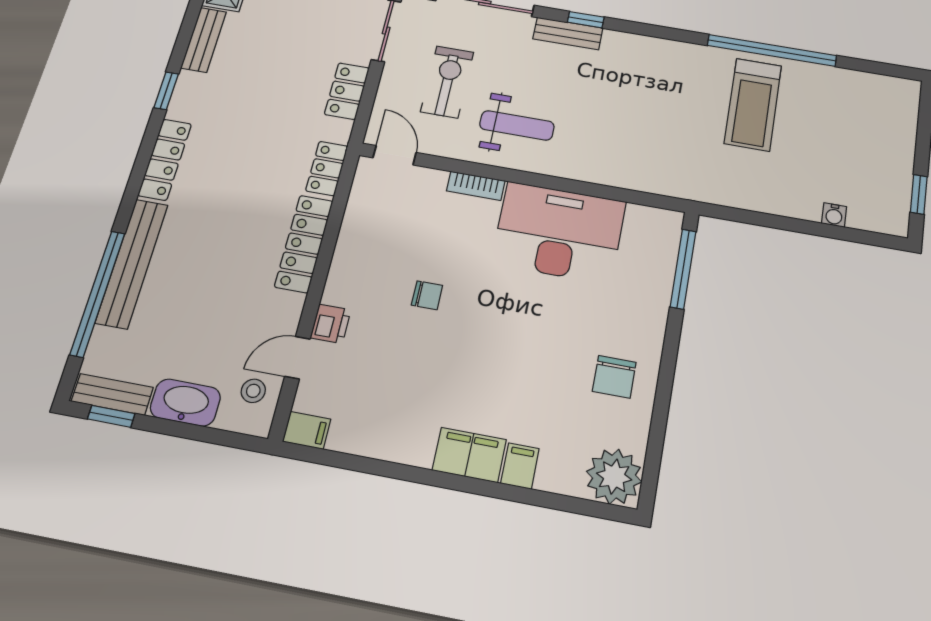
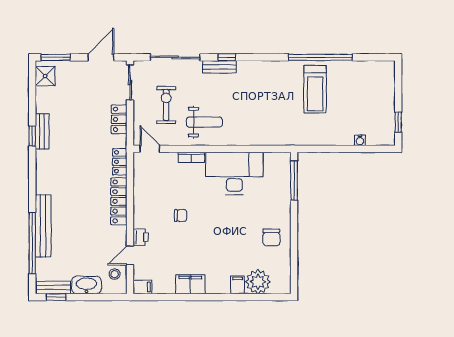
bench: (204, 40) -> (42, 131), moved
locker: (165, 159) -> (42, 172), removed
filing cabinet: (469, 455) -> (190, 284), moved
plant: (614, 477) -> (258, 282), moved

